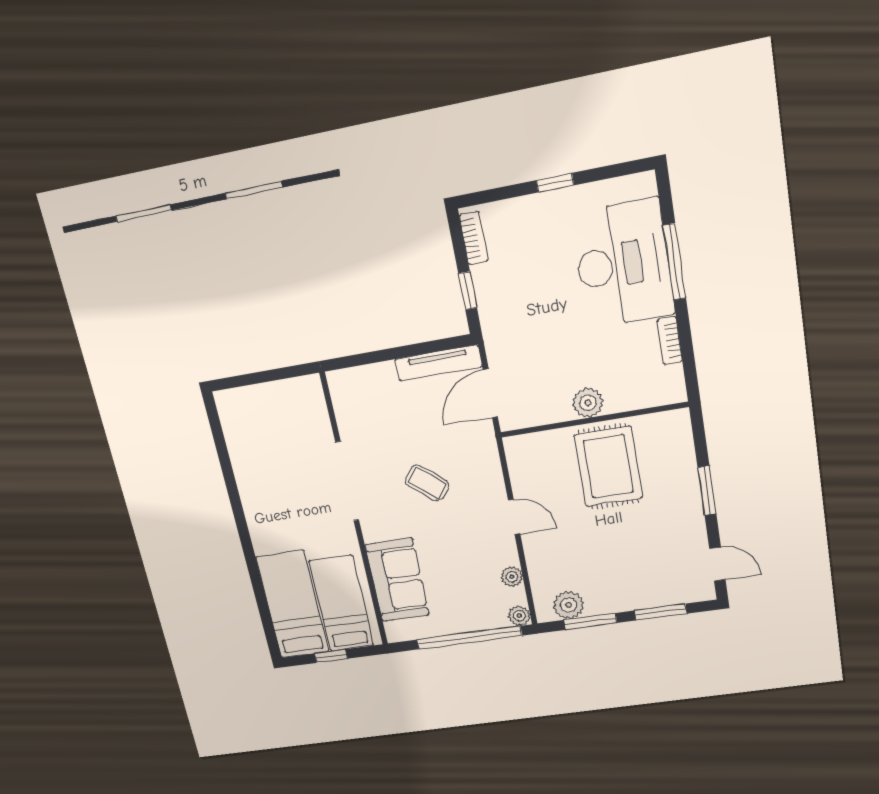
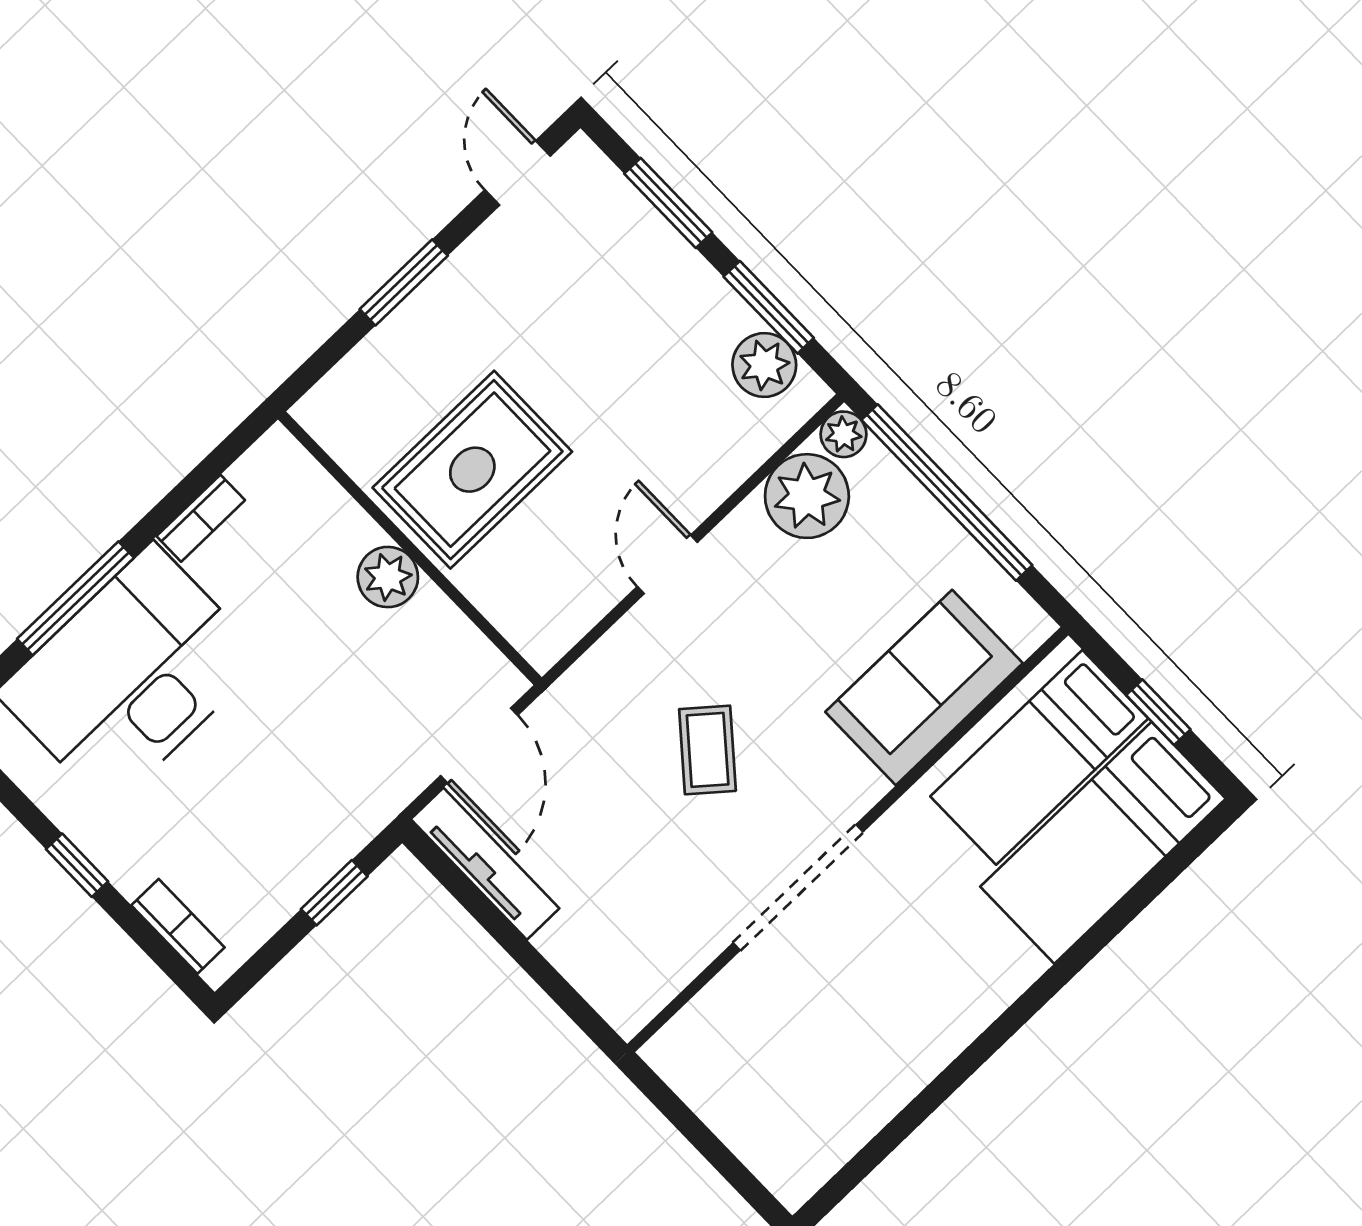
bookcase: (474, 238) -> (178, 926), moved, turned 90
door: (490, 393) -> (479, 746), hinge flipped
plant: (512, 577) -> (807, 496), width x1.87, depth x1.87

